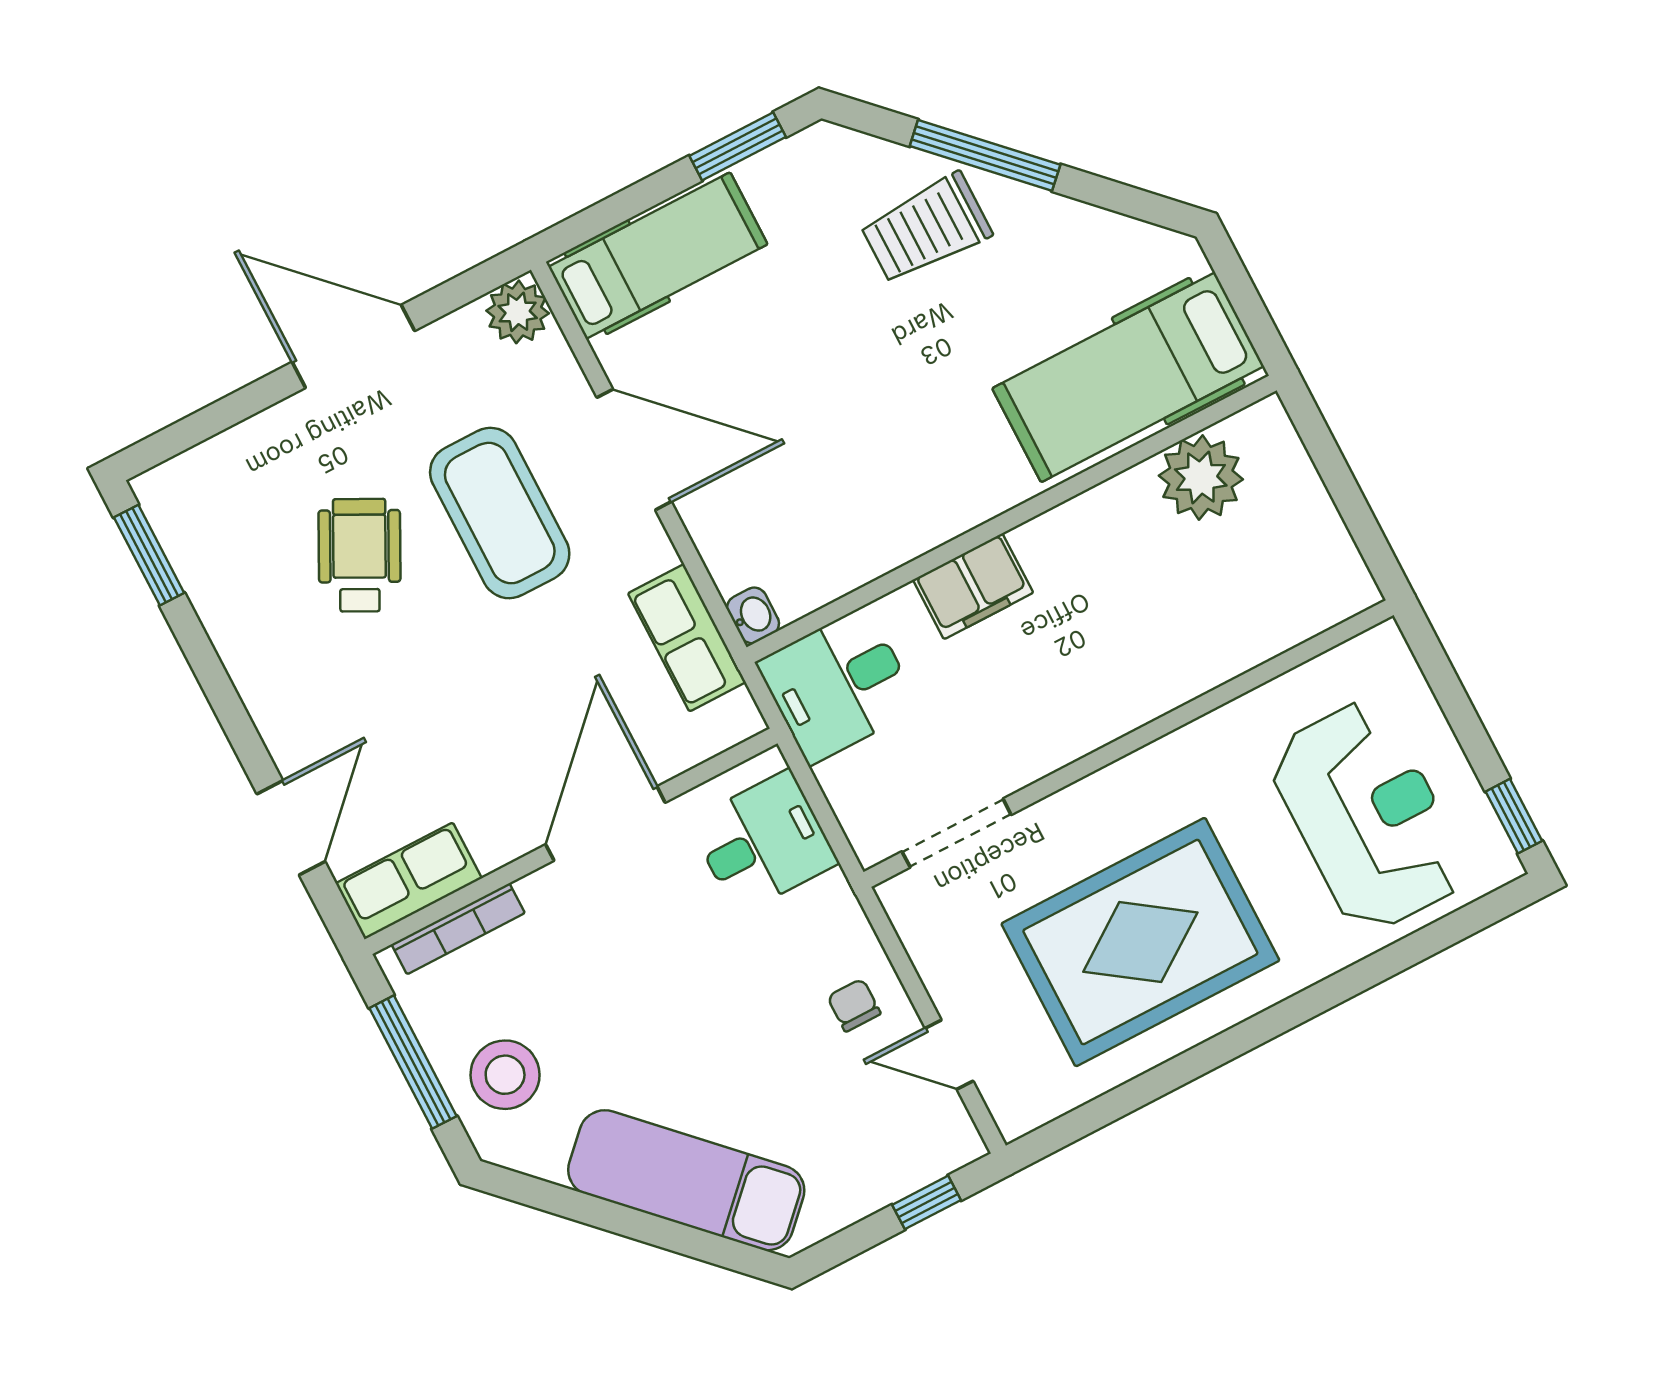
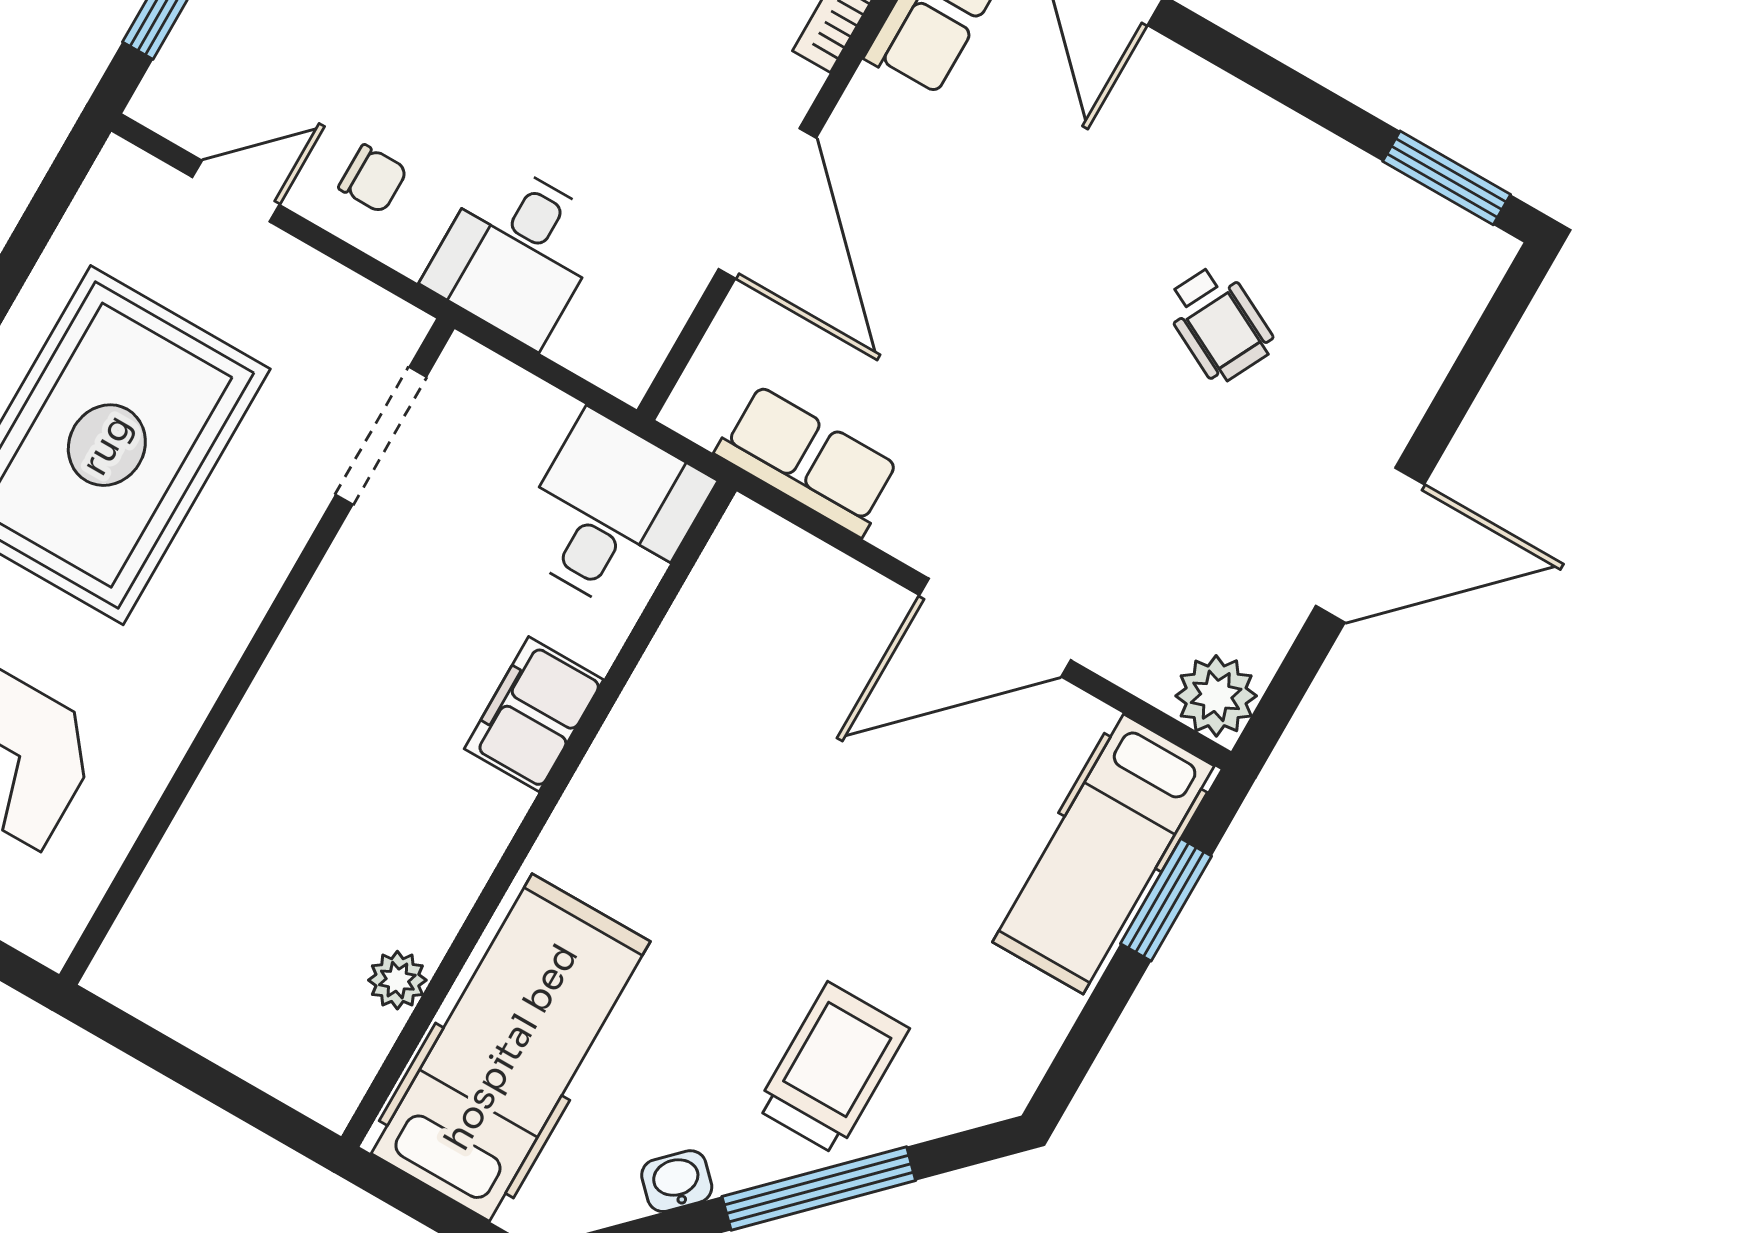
window: (738, 146) -> (1166, 900), moved
plant: (1201, 477) -> (397, 980), width x0.53, depth x0.53
coffee table: (500, 513) -> (1097, 466), removed
wheelchair: (360, 555) -> (1219, 323), width x0.73, depth x0.73
washbasin: (753, 615) -> (677, 1181), moved, turned 135
desk: (763, 842) -> (516, 253), moved

